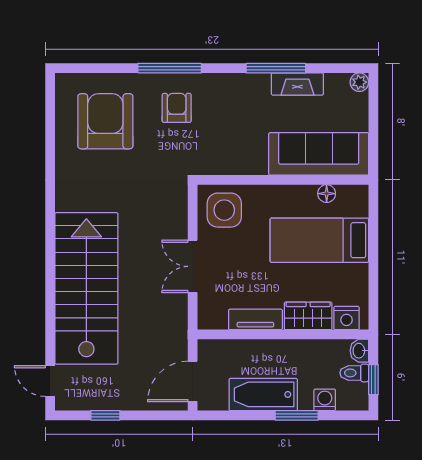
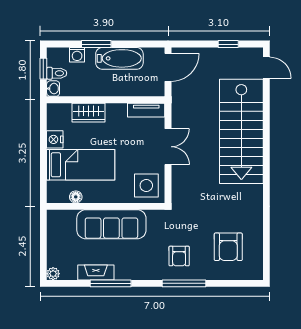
armchair: (105, 121) -> (228, 247), width x0.73, depth x0.73
sofa: (319, 154) -> (111, 224), moved
nightstand: (347, 318) -> (55, 139), moved, turned -90
tv unit: (255, 319) -> (146, 110), moved

